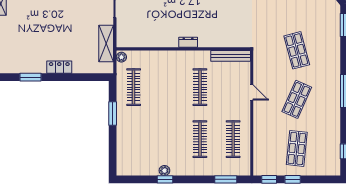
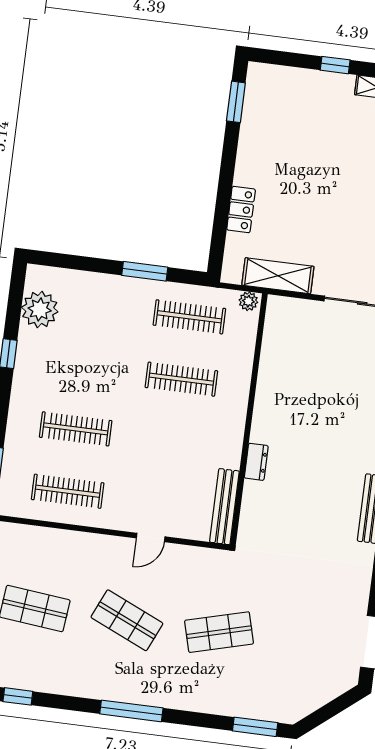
dresser: (188, 42) -> (256, 462), moved
locker: (59, 67) -> (241, 210), moved
window: (31, 77) -> (236, 102), moved
clothes rail: (200, 87) -> (181, 379), moved
plant: (164, 171) -> (40, 309), moved, width x1.87, depth x1.87

